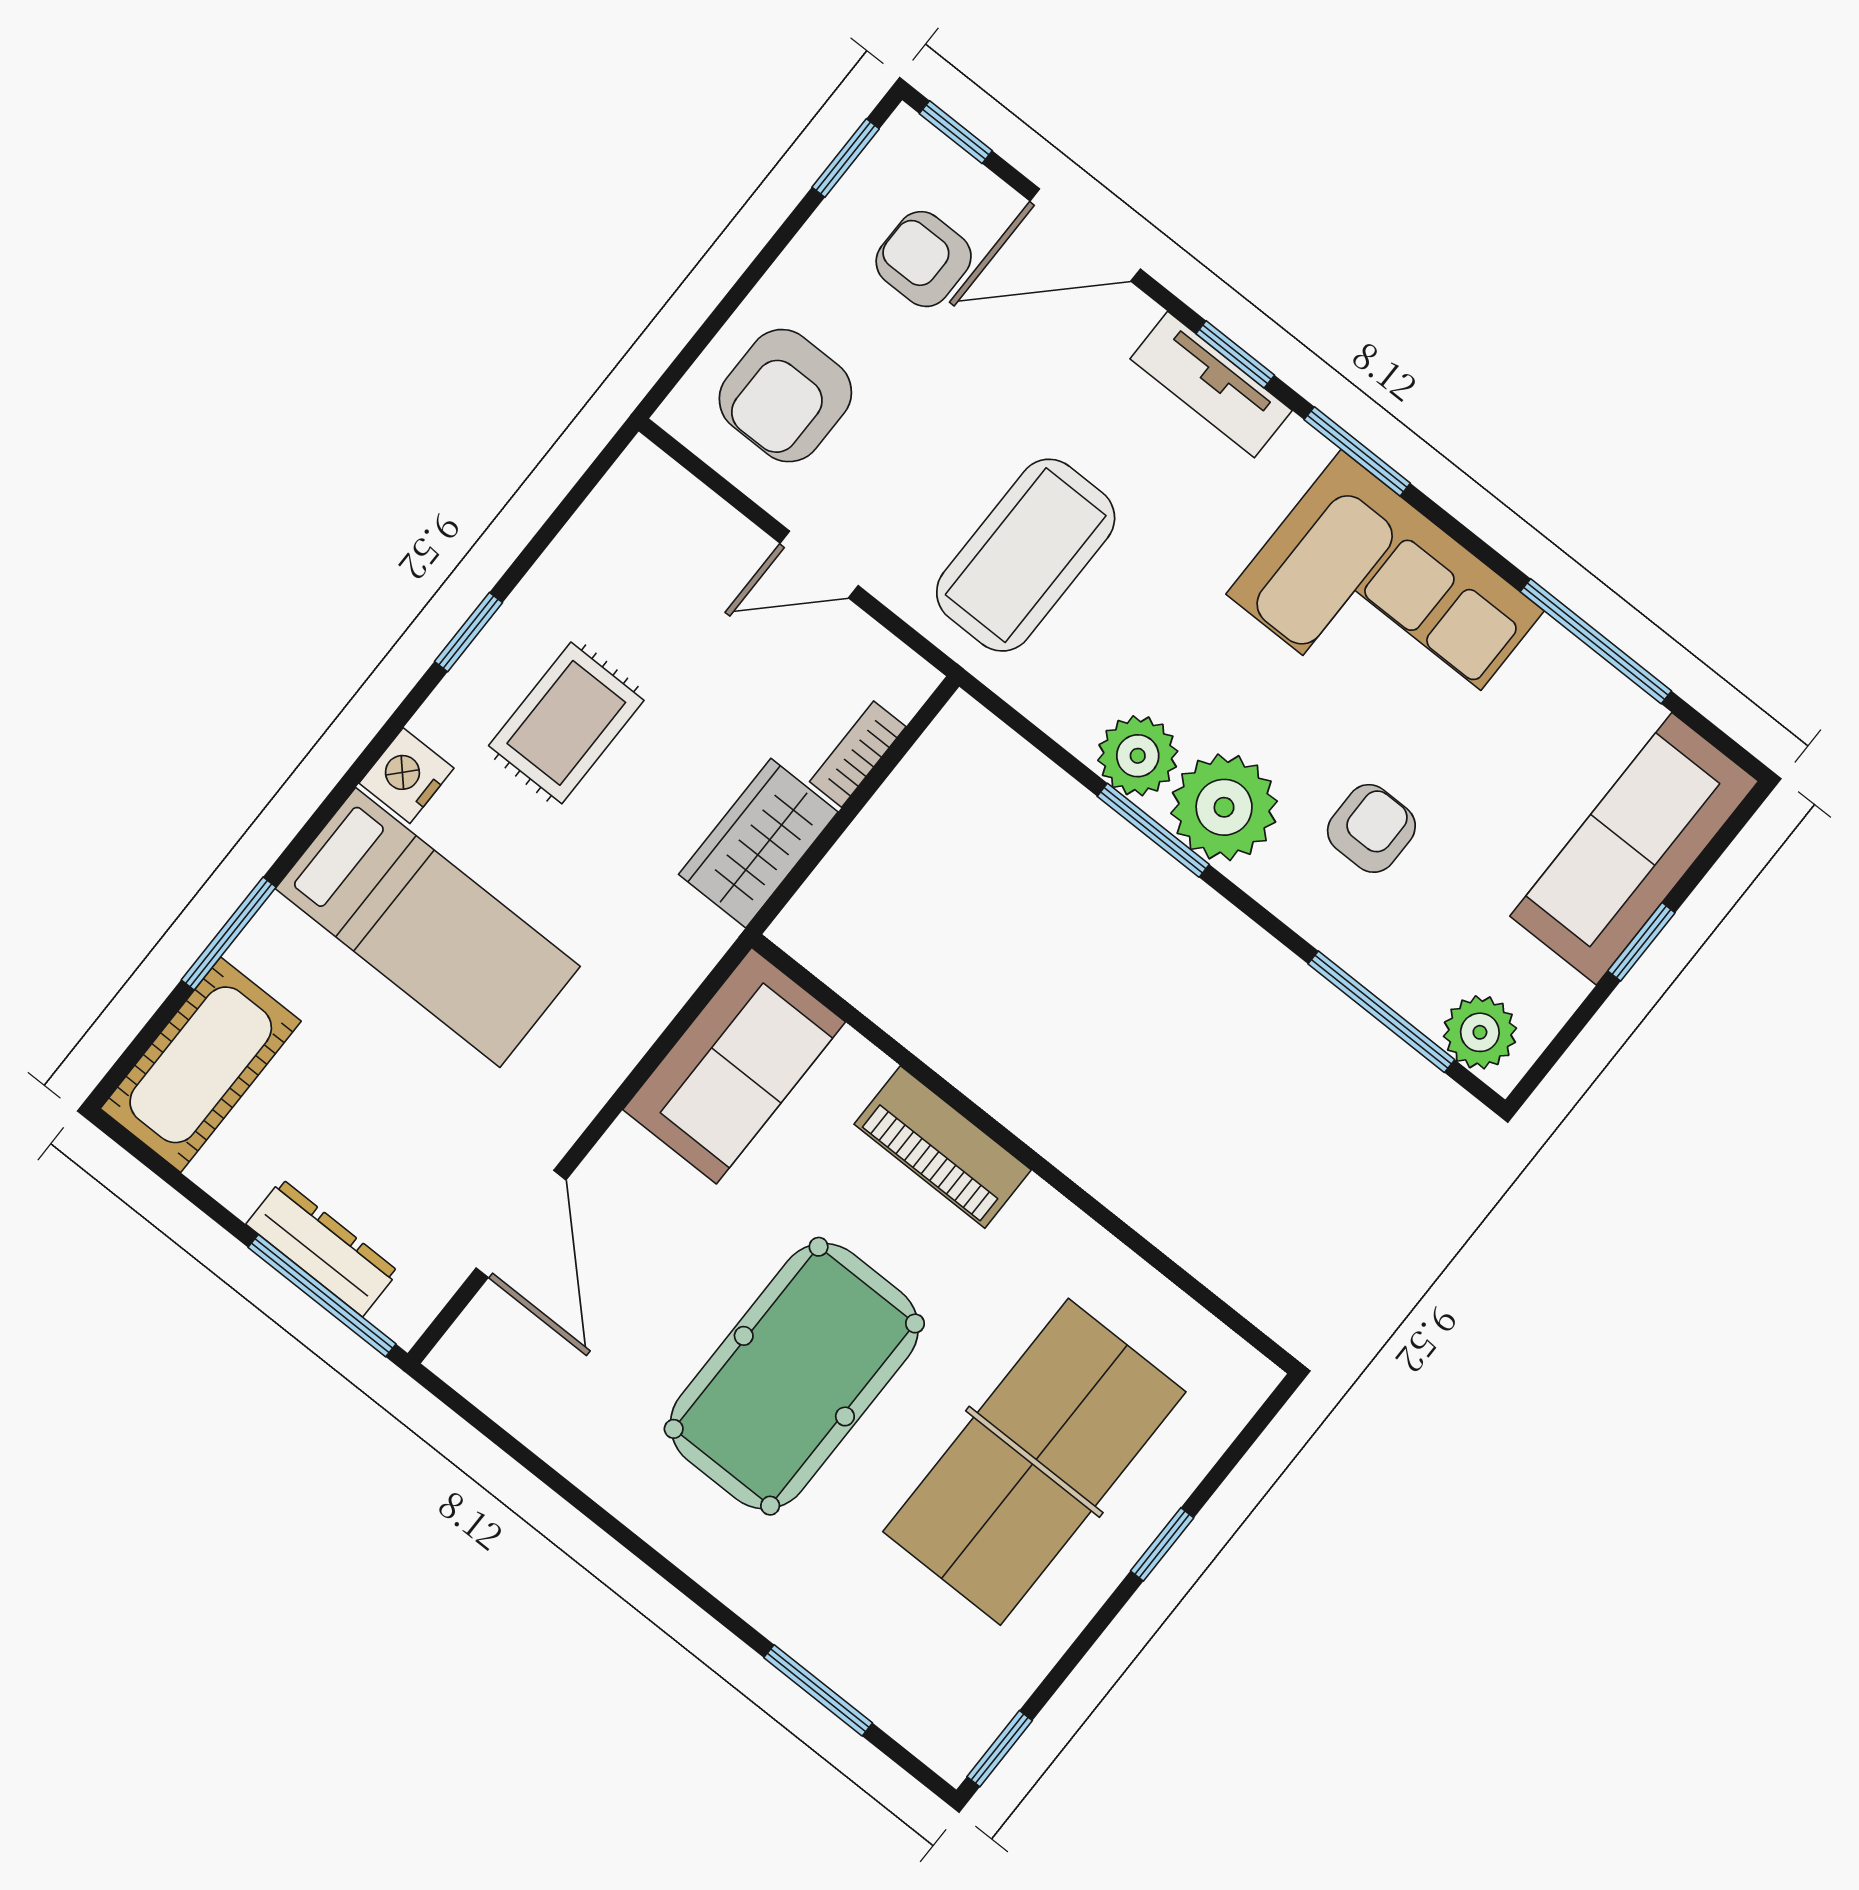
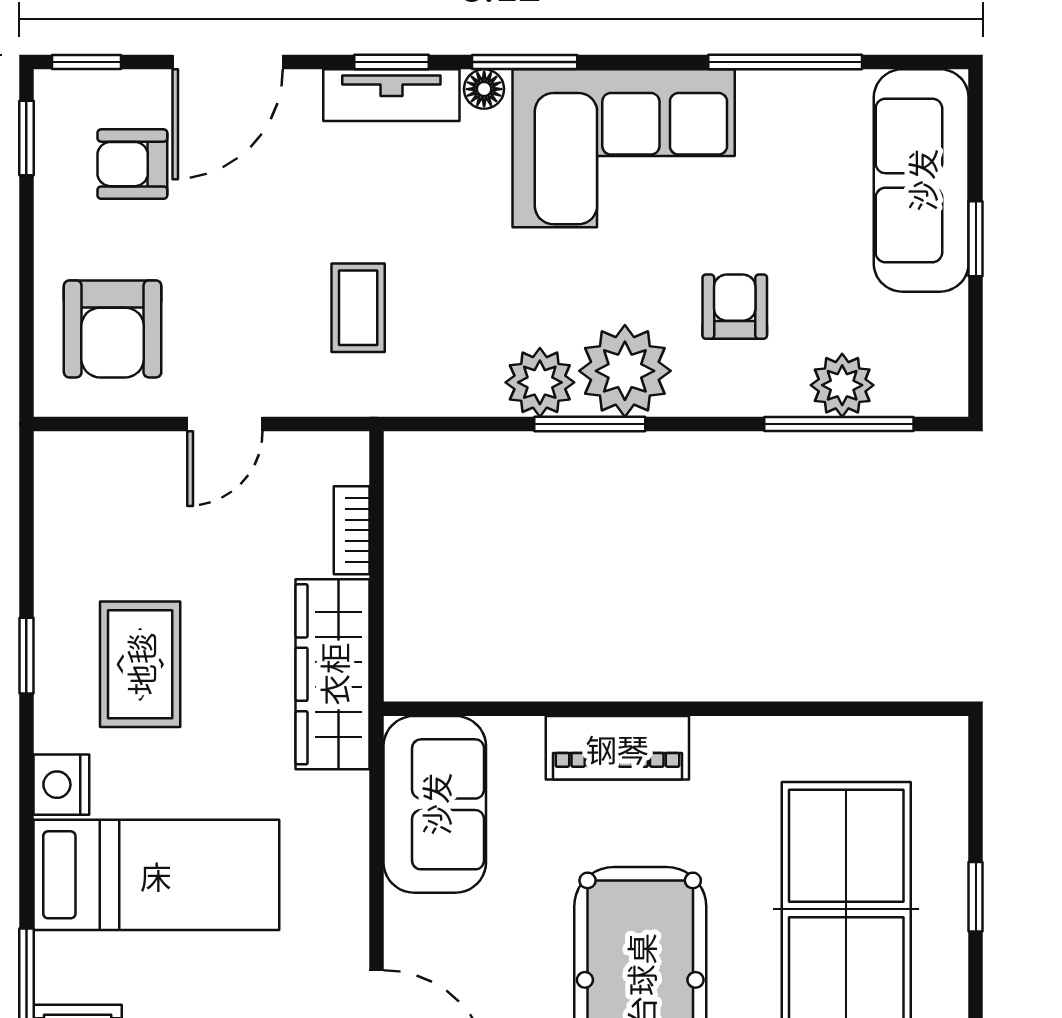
floor lamp: (1300, 447) -> (484, 89), added
coffee table: (1026, 555) -> (358, 308), width x0.54, depth x0.58
wardrobe: (758, 843) -> (333, 674), width x1.50
plant: (1480, 1032) -> (842, 385), moved

